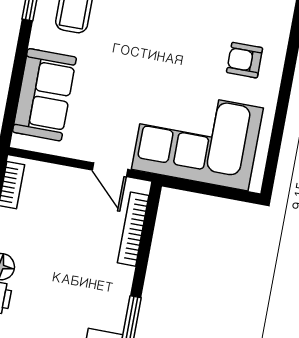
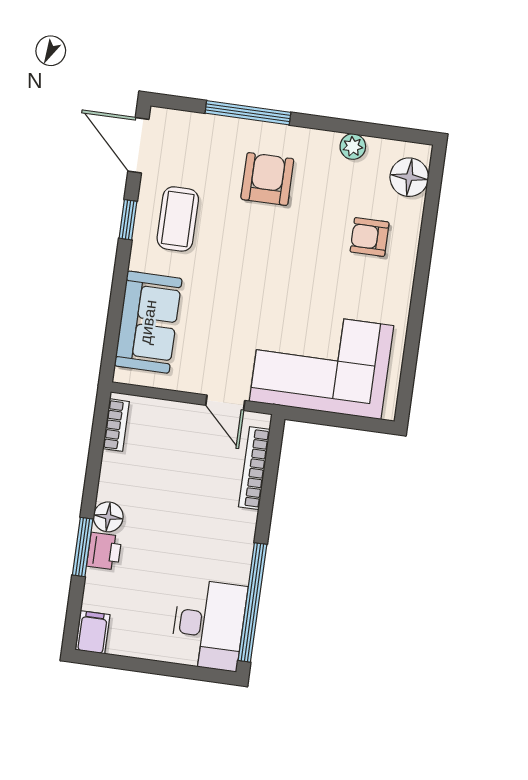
armchair: (245, 60) -> (370, 237), moved

